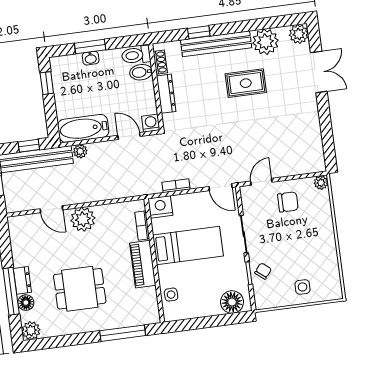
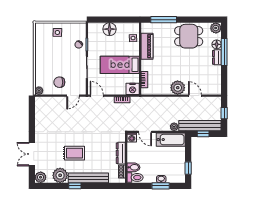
window: (199, 32) -> (75, 186), moved
piano: (143, 264) -> (147, 46), moved
dining table: (80, 289) -> (189, 36), moved
floor lamp: (232, 302) -> (109, 29), moved

